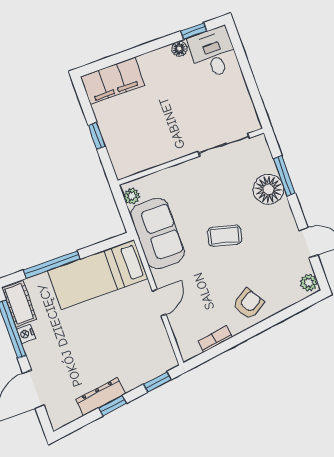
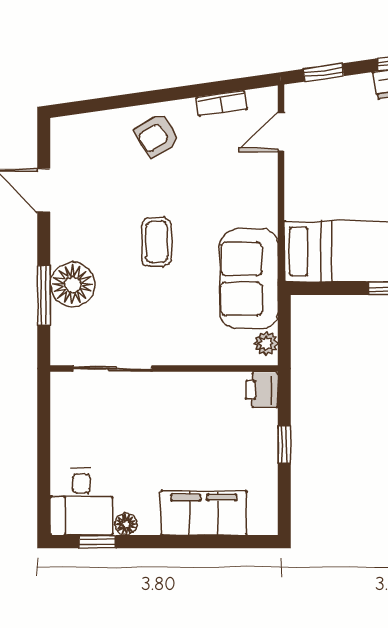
filing cabinet: (113, 81) -> (204, 513), moved
printer: (124, 166) -> (262, 390), added
coffee table: (225, 236) -> (157, 242), turned 76
plant: (309, 283) -> (63, 135), removed
door: (159, 303) -> (281, 132), moved

